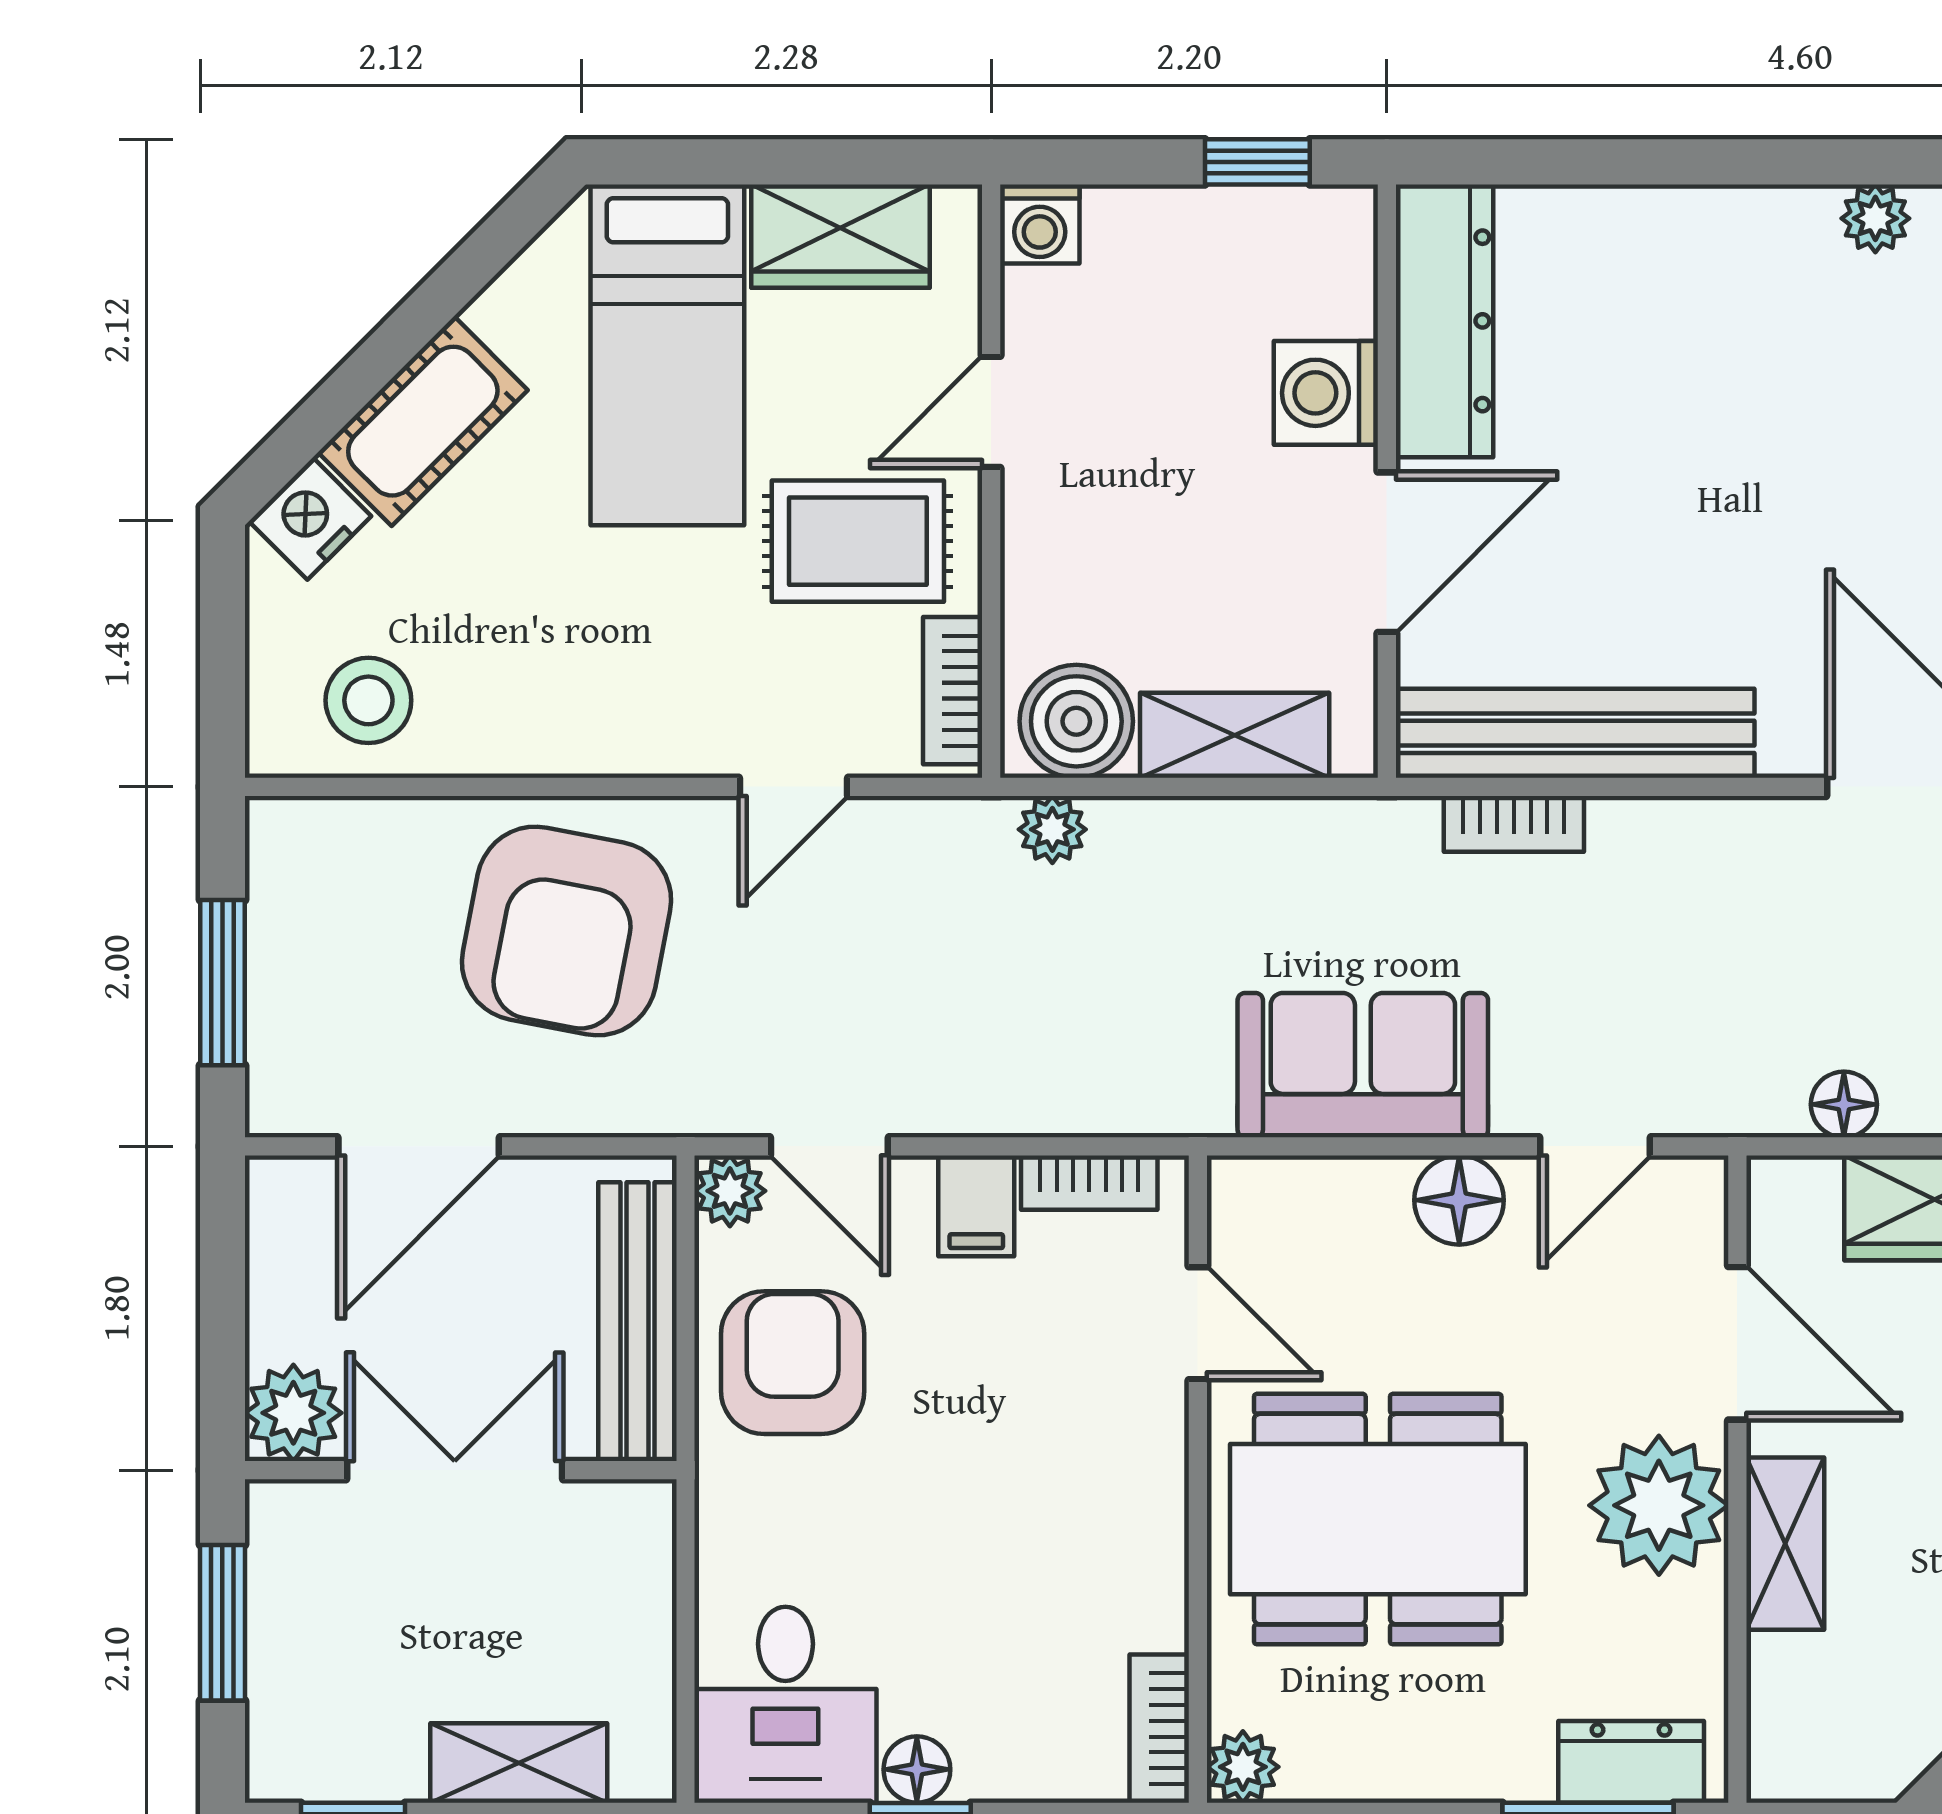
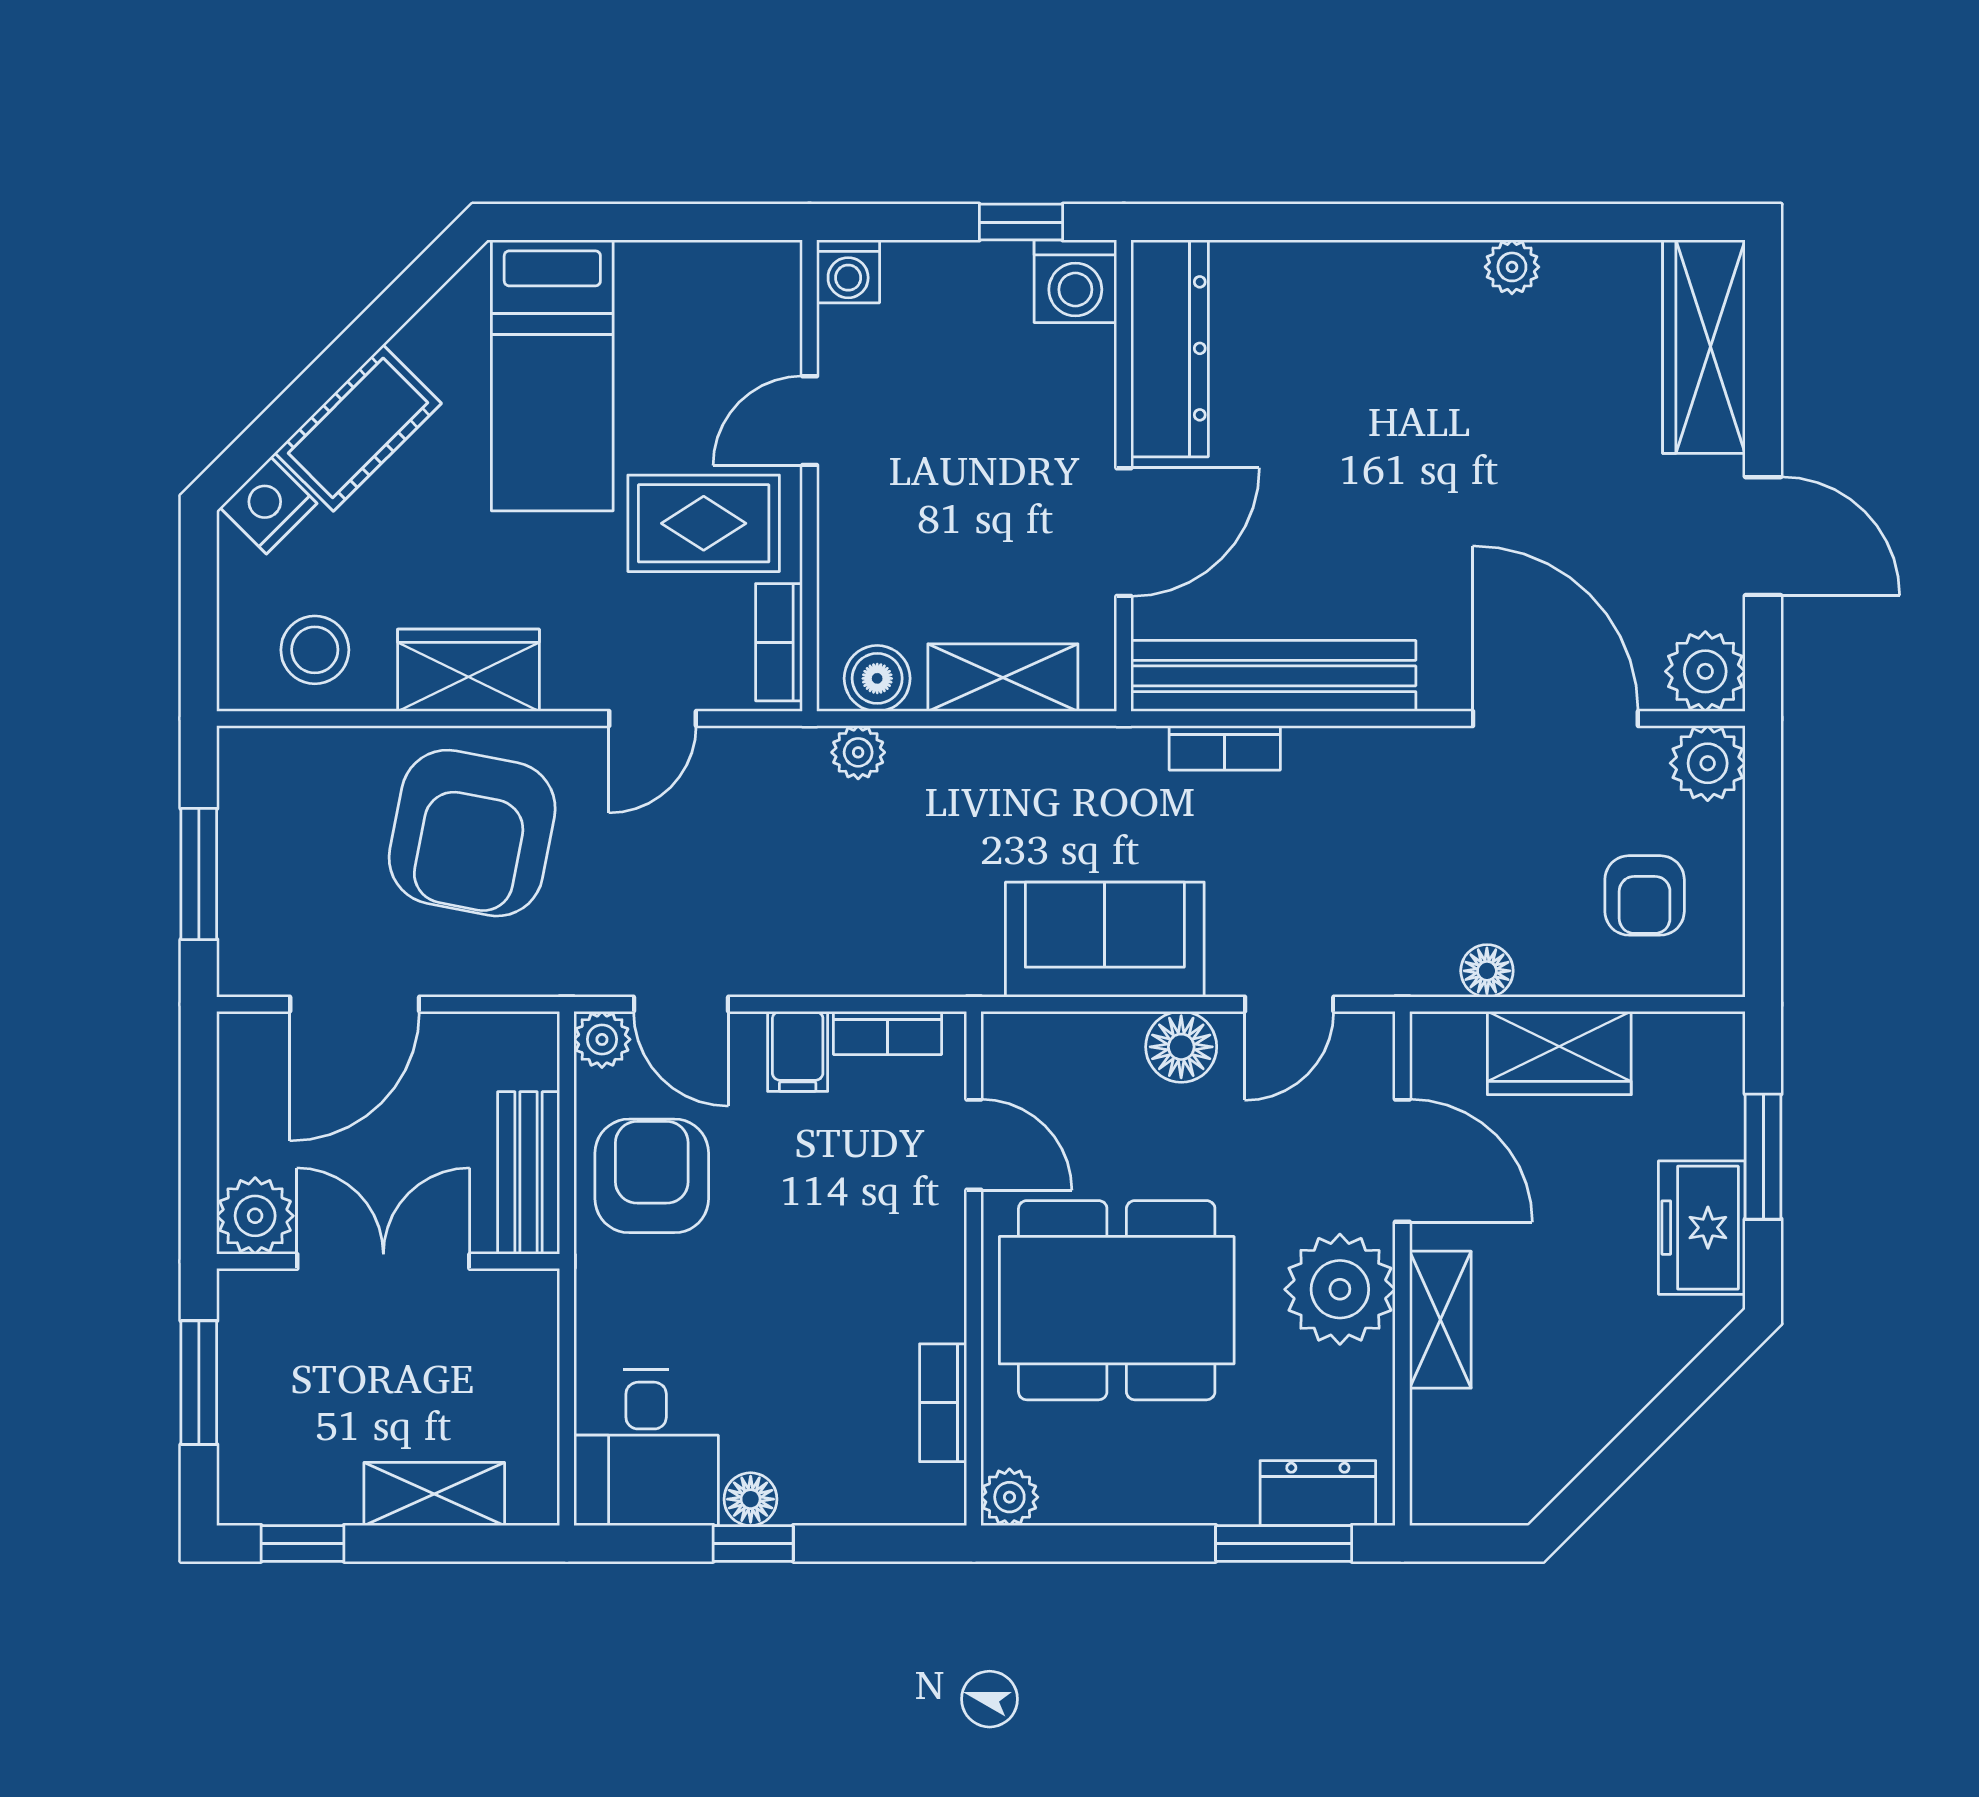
wardrobe: (841, 236) -> (468, 670), moved, turned 180
washing machine: (1326, 393) -> (1075, 281), moved, turned -90
boiler: (1076, 721) -> (877, 678), width x0.73, depth x0.73
bench: (637, 1322) -> (529, 1173), width x0.73
bookcase: (1159, 1729) -> (943, 1403), moved

